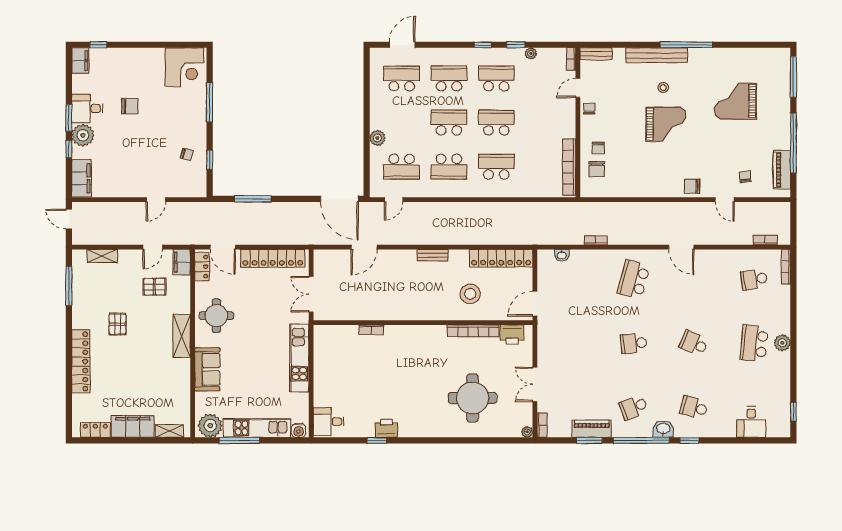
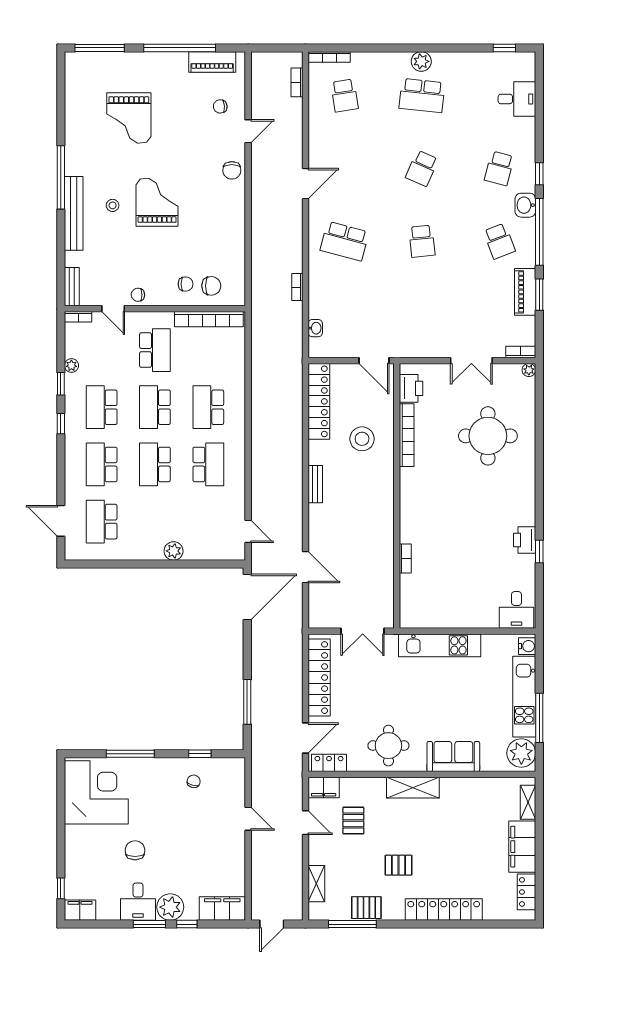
corner desk: (185, 67) -> (96, 792), width x1.36, depth x1.36
school desk: (402, 167) -> (155, 350), moved
pallet: (82, 297) -> (366, 908), added

